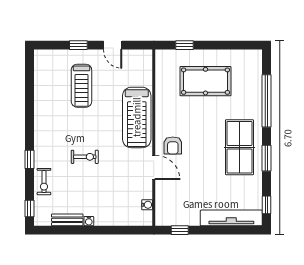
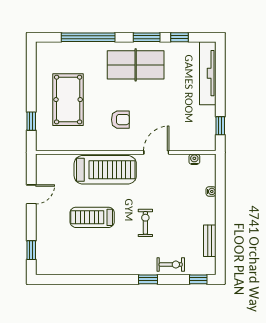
window: (78, 45) -> (31, 250), moved
treadmill: (81, 86) -> (92, 217), moved, turned 180
armchair: (173, 145) -> (120, 120), moved
window: (267, 205) -> (180, 37), moved
water cooler: (89, 221) -> (211, 191), moved

